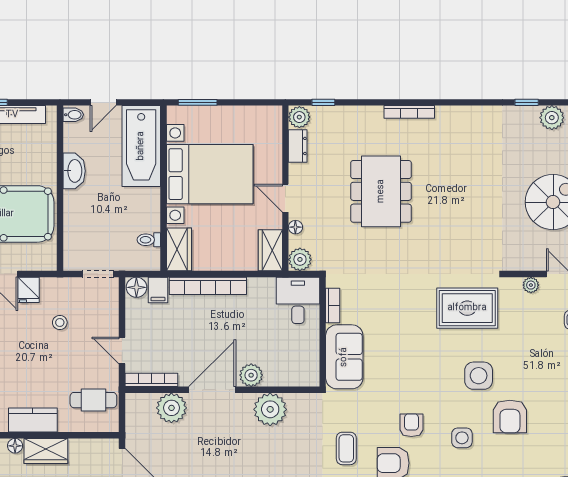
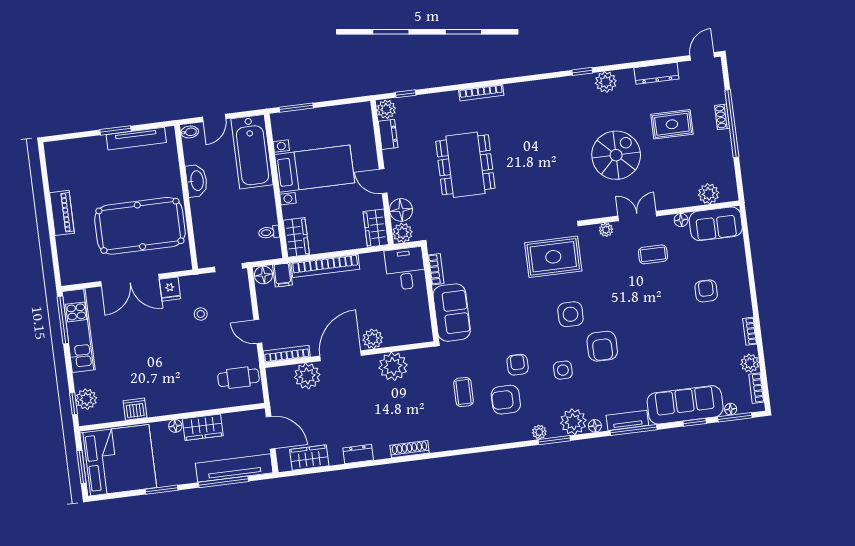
bed with nightstands: (210, 174) -> (315, 169), width x0.73
floor lamp: (295, 227) -> (401, 210), width x1.89, depth x1.89
kitchen counter: (33, 420) -> (188, 402), removed

